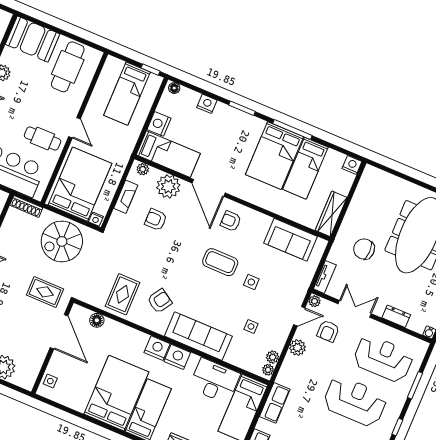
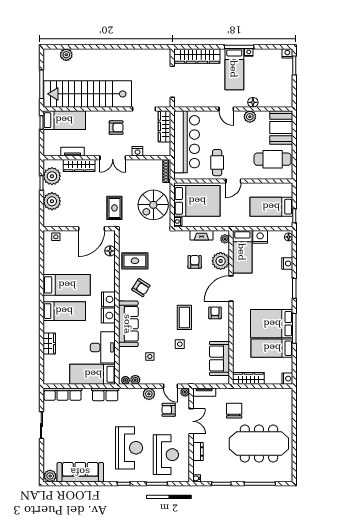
spiral stairs: (62, 241) -> (153, 205), turned -90
bed: (116, 393) -> (67, 285), width x0.67

